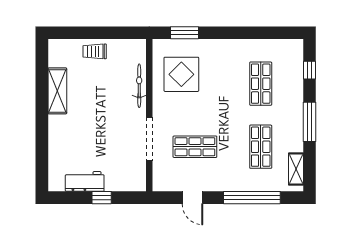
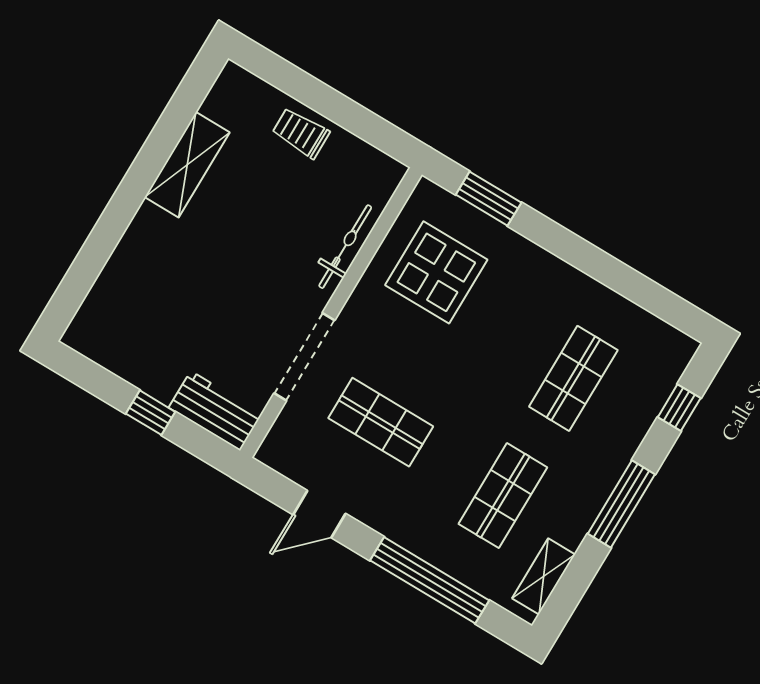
workbench: (85, 181) -> (215, 411), moved
door: (193, 198) -> (319, 514), hinge flipped

